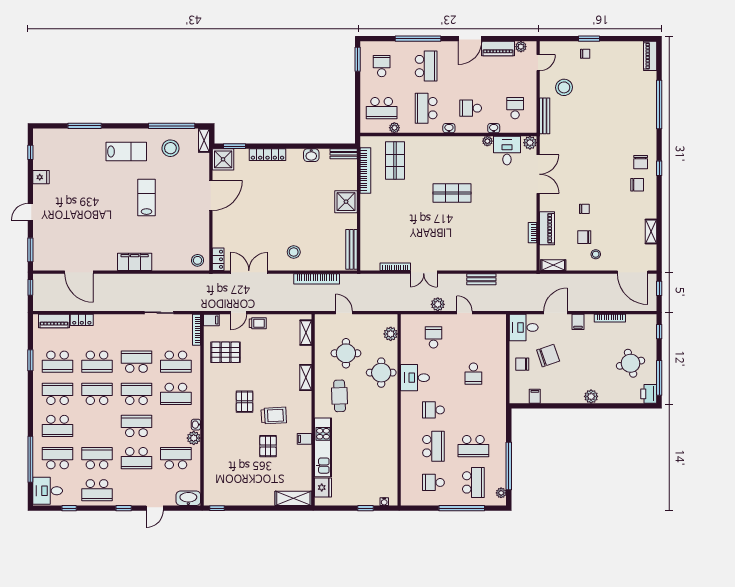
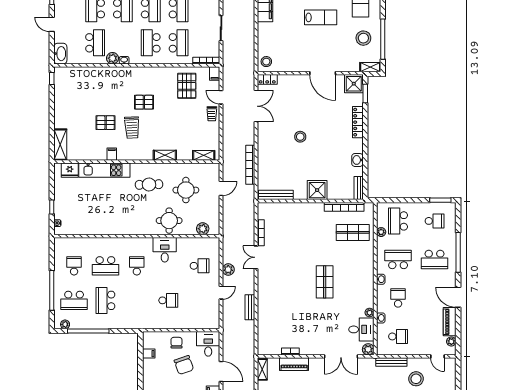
stool: (294, 252) -> (300, 137), moved
school desk: (176, 362) -> (179, 43), turned 180
school desk: (473, 374) -> (168, 300), turned 180

